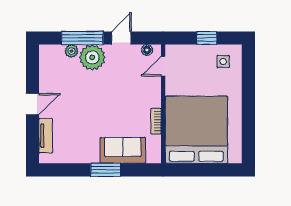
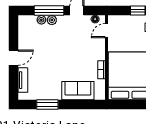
plant: (92, 57) -> (52, 20), width x0.53, depth x0.53
window: (106, 170) -> (47, 104), moved

